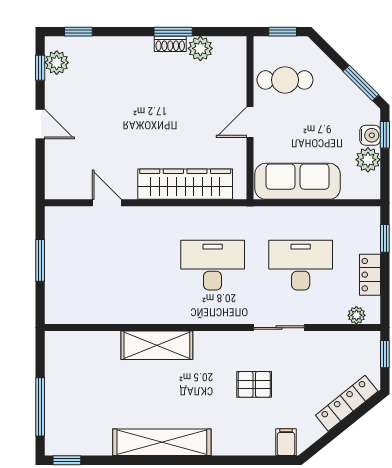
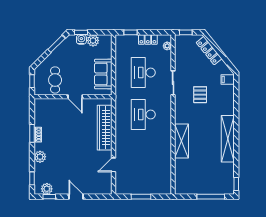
plant: (200, 48) -> (40, 157), moved
door: (40, 124) -> (76, 197), hinge flipped
sofa: (297, 181) -> (103, 74), width x0.73

